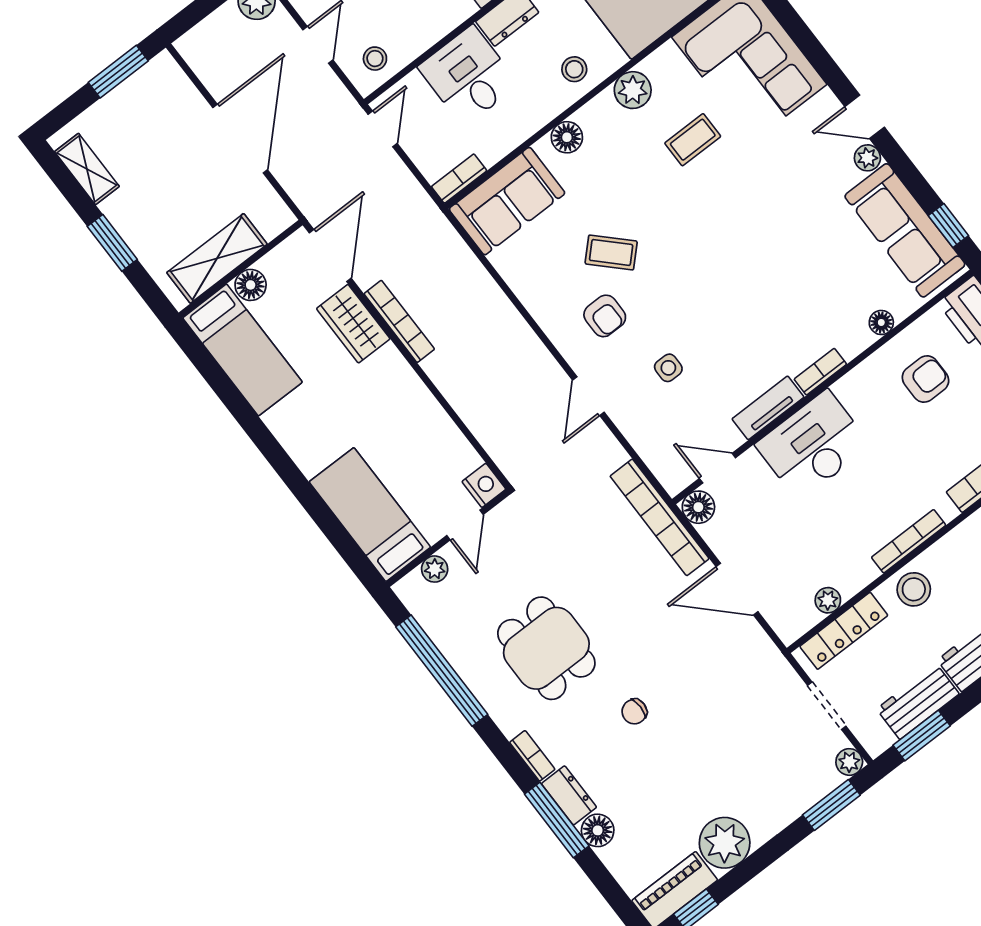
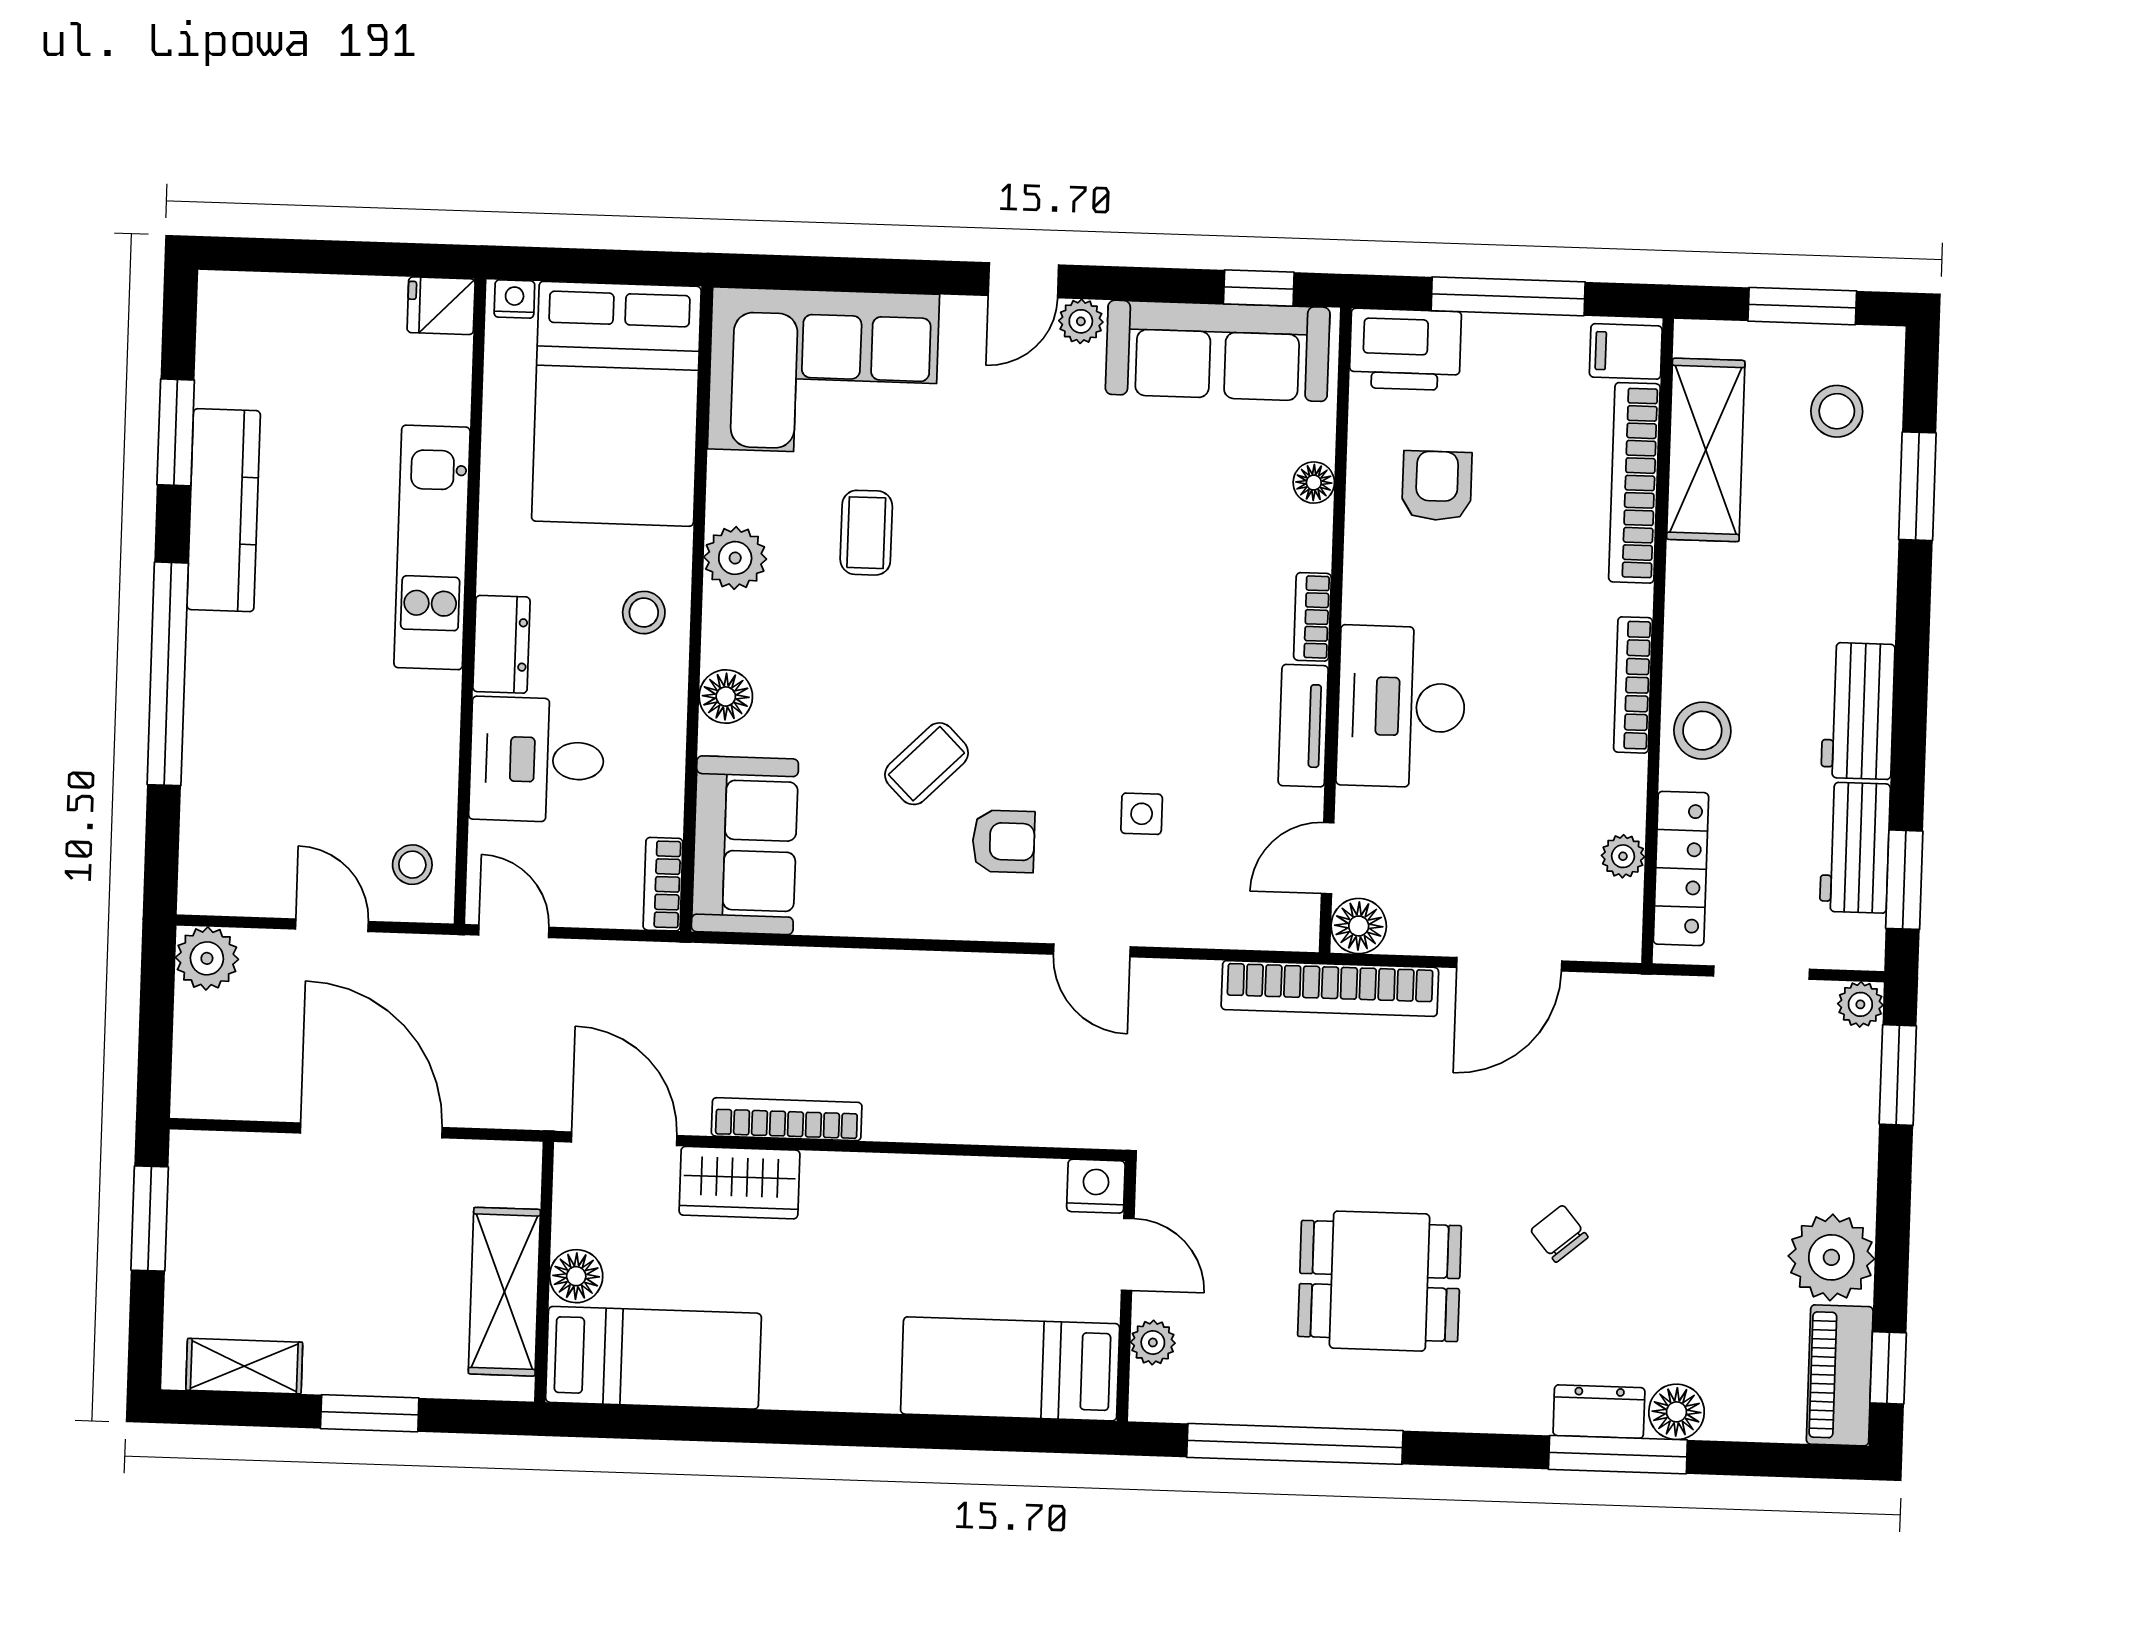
chair: (634, 712) -> (1559, 1234), turned 140
bookcase: (532, 756) -> (1507, 1417), removed

